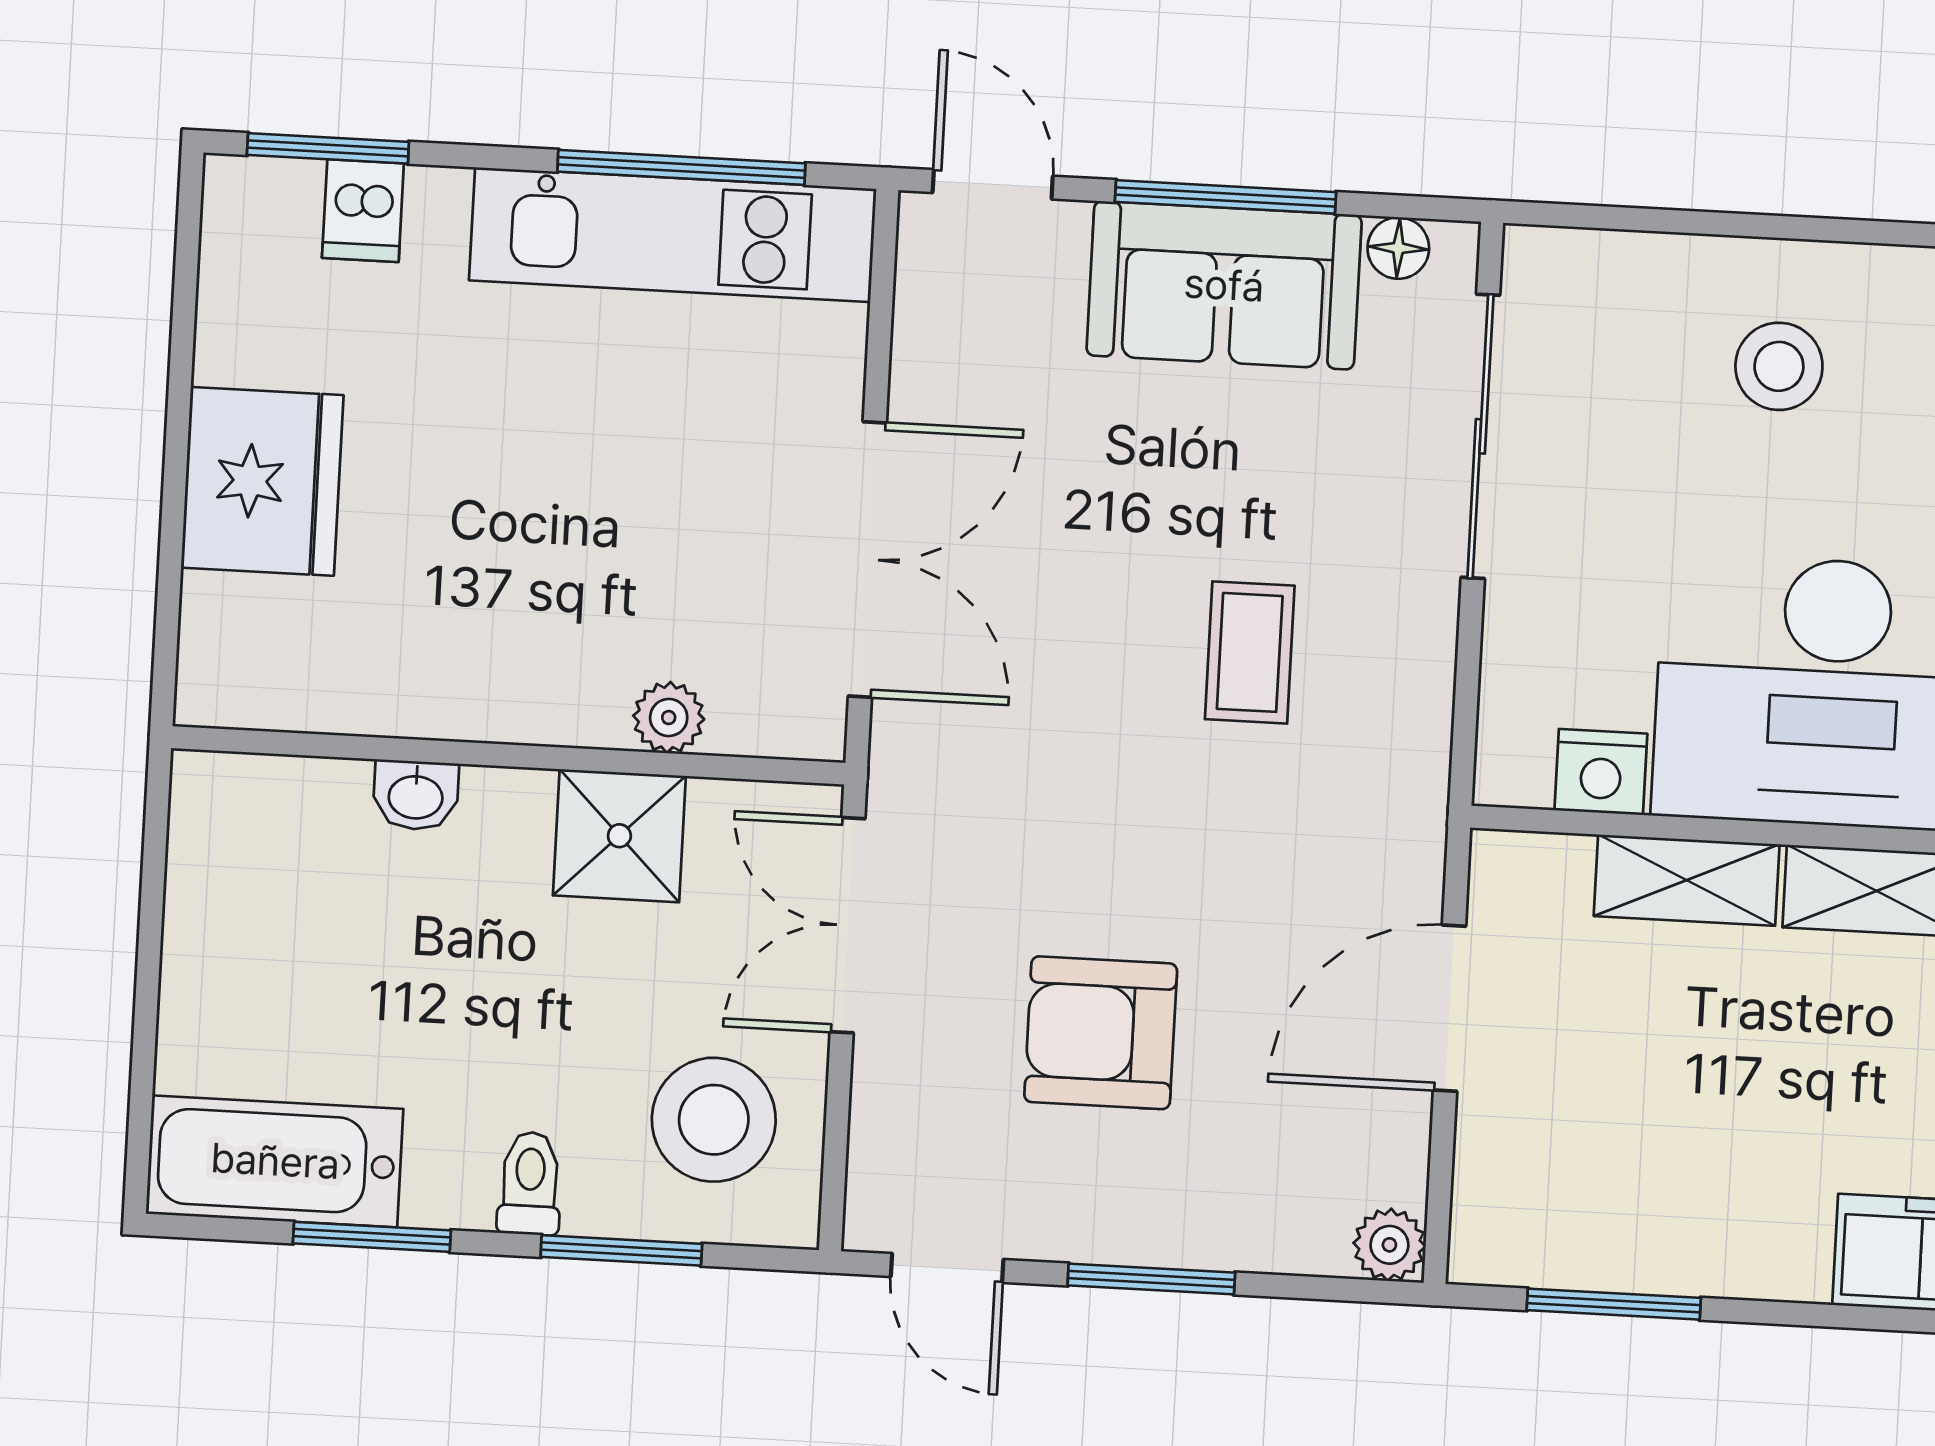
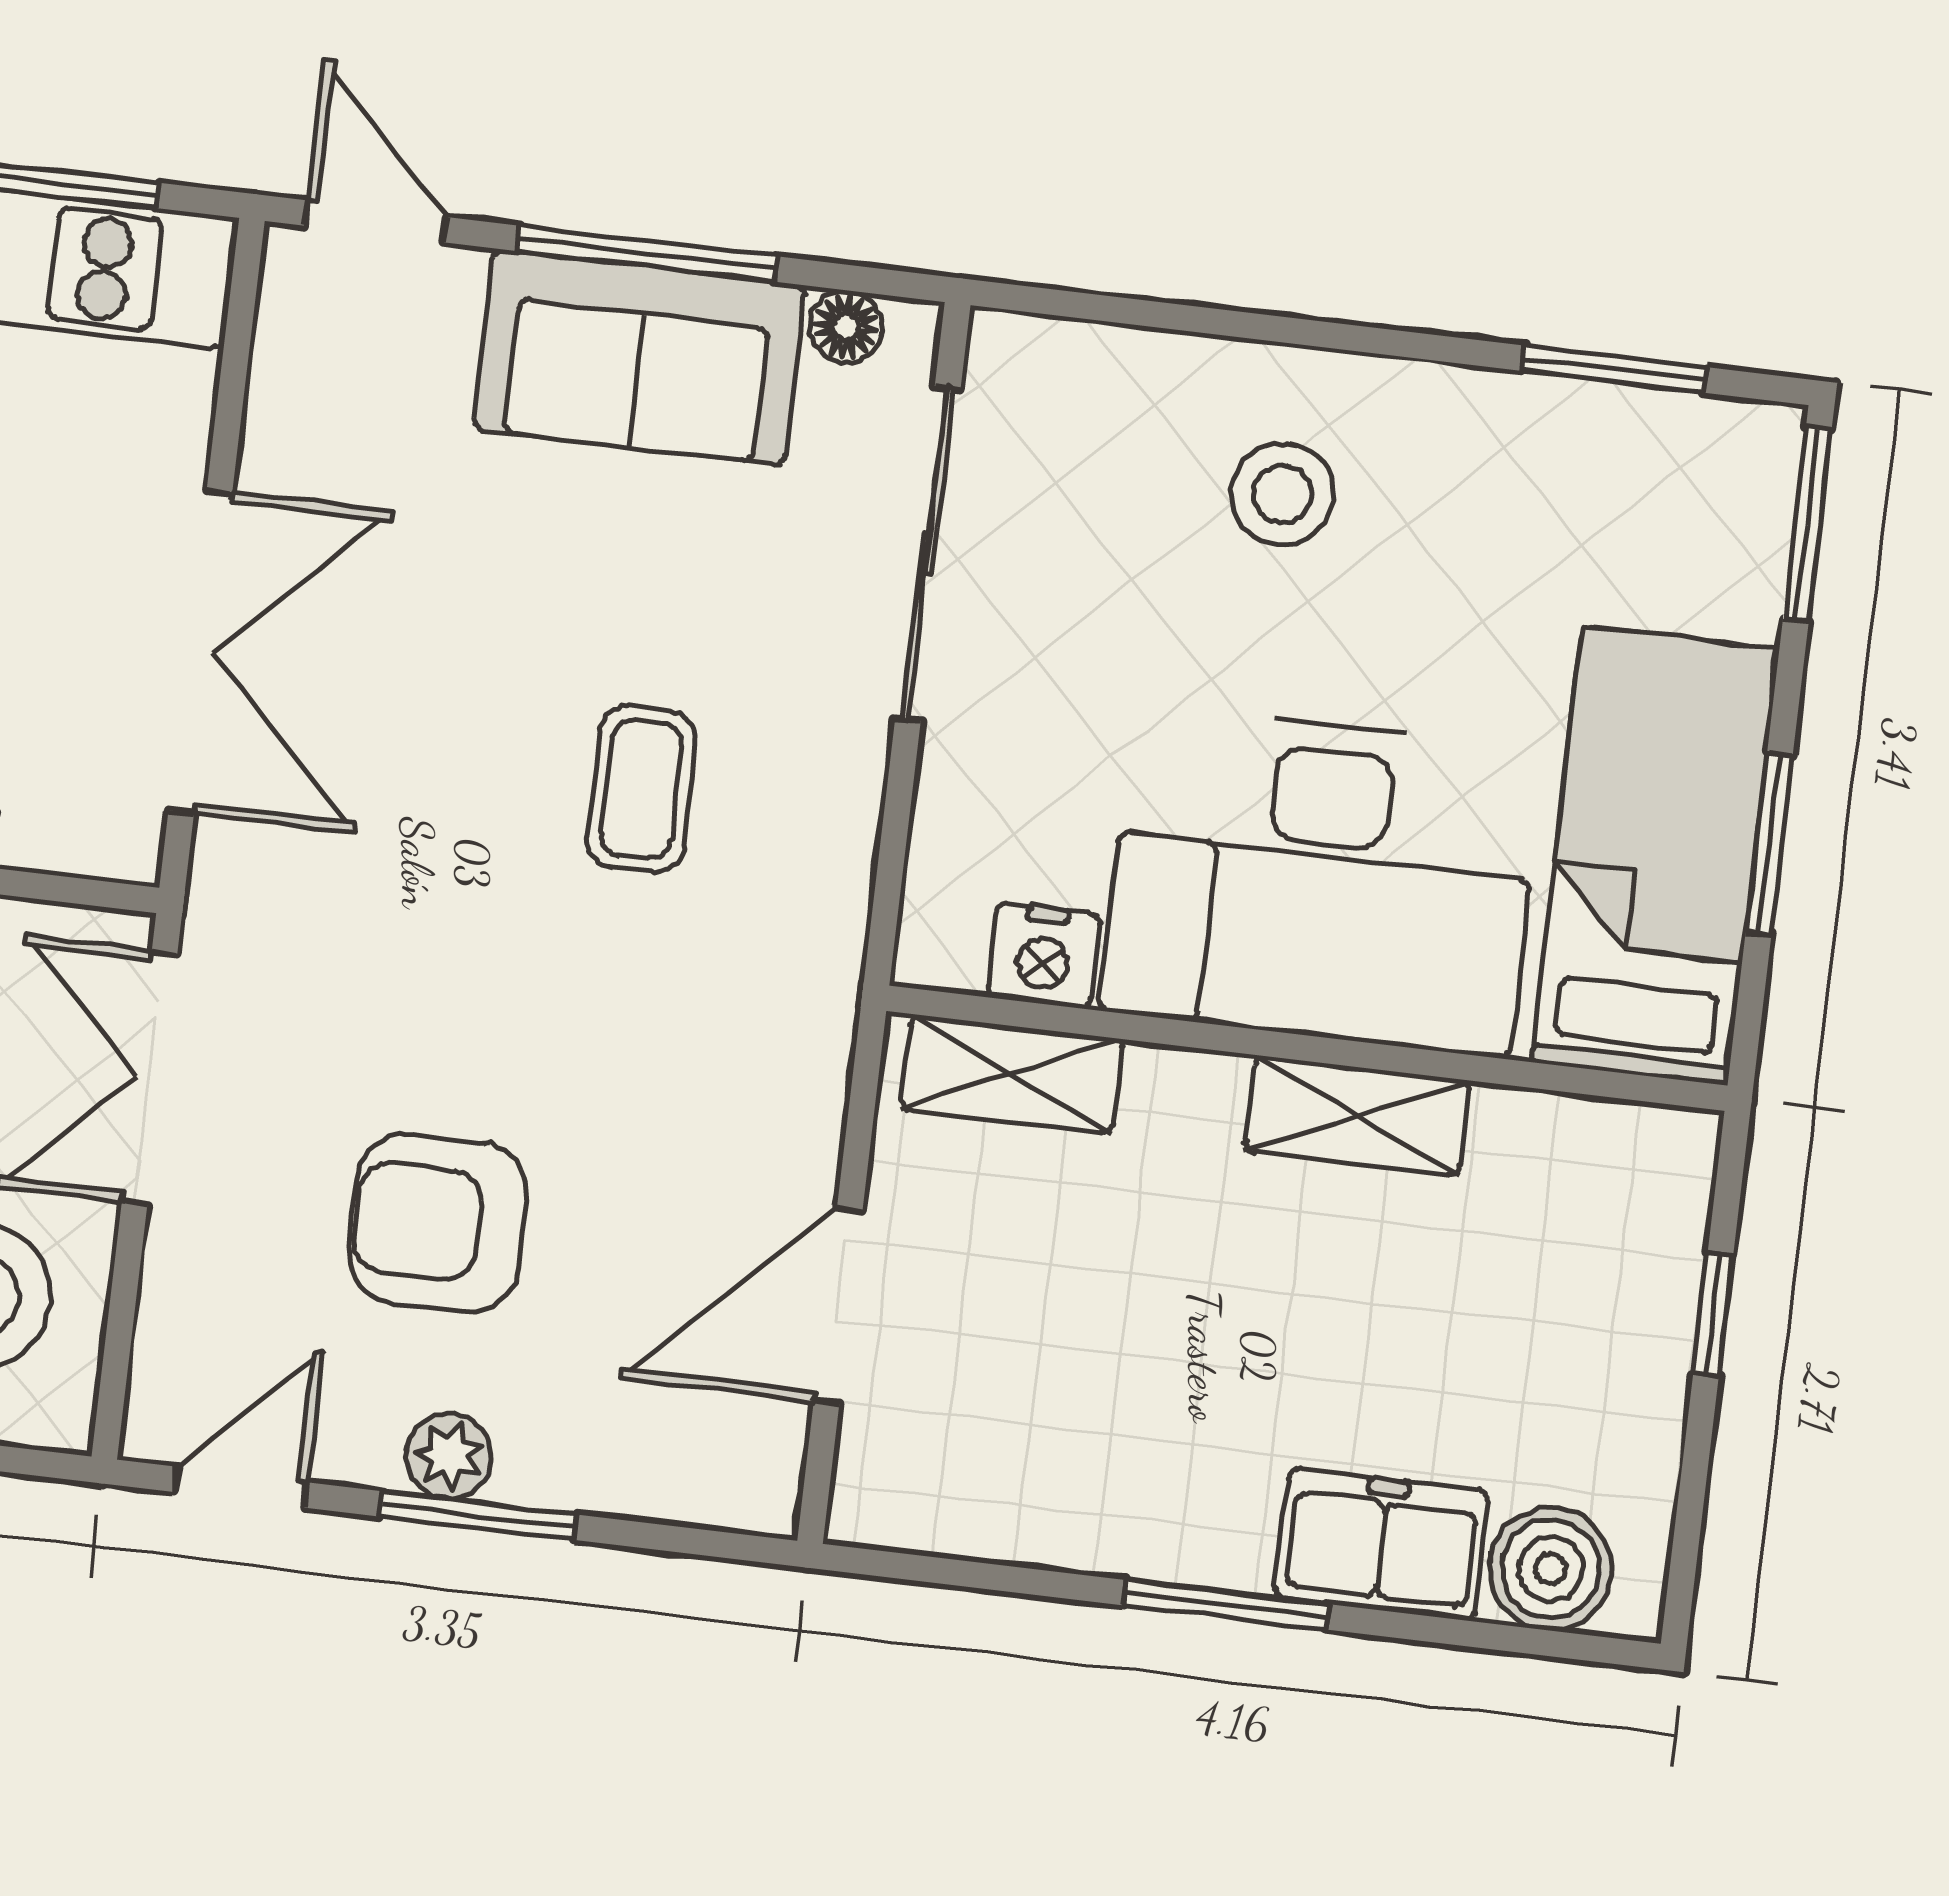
shelving: (1687, 880) -> (1012, 1074), moved
door: (1449, 1008) -> (838, 1306), moved
plant: (1389, 1245) -> (449, 1456), moved
door: (947, 1268) -> (240, 1487), swing flipped
window: (1614, 1304) -> (1226, 1605), moved

